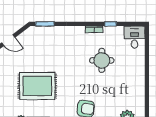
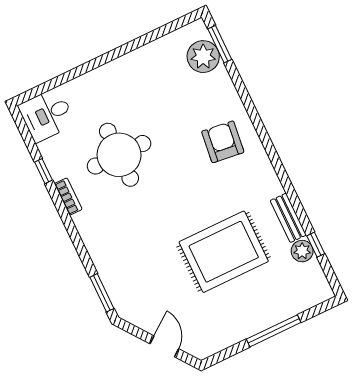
round table: (102, 60) -> (119, 155), width x1.36, depth x1.36
rug: (37, 86) -> (224, 252), turned 90

